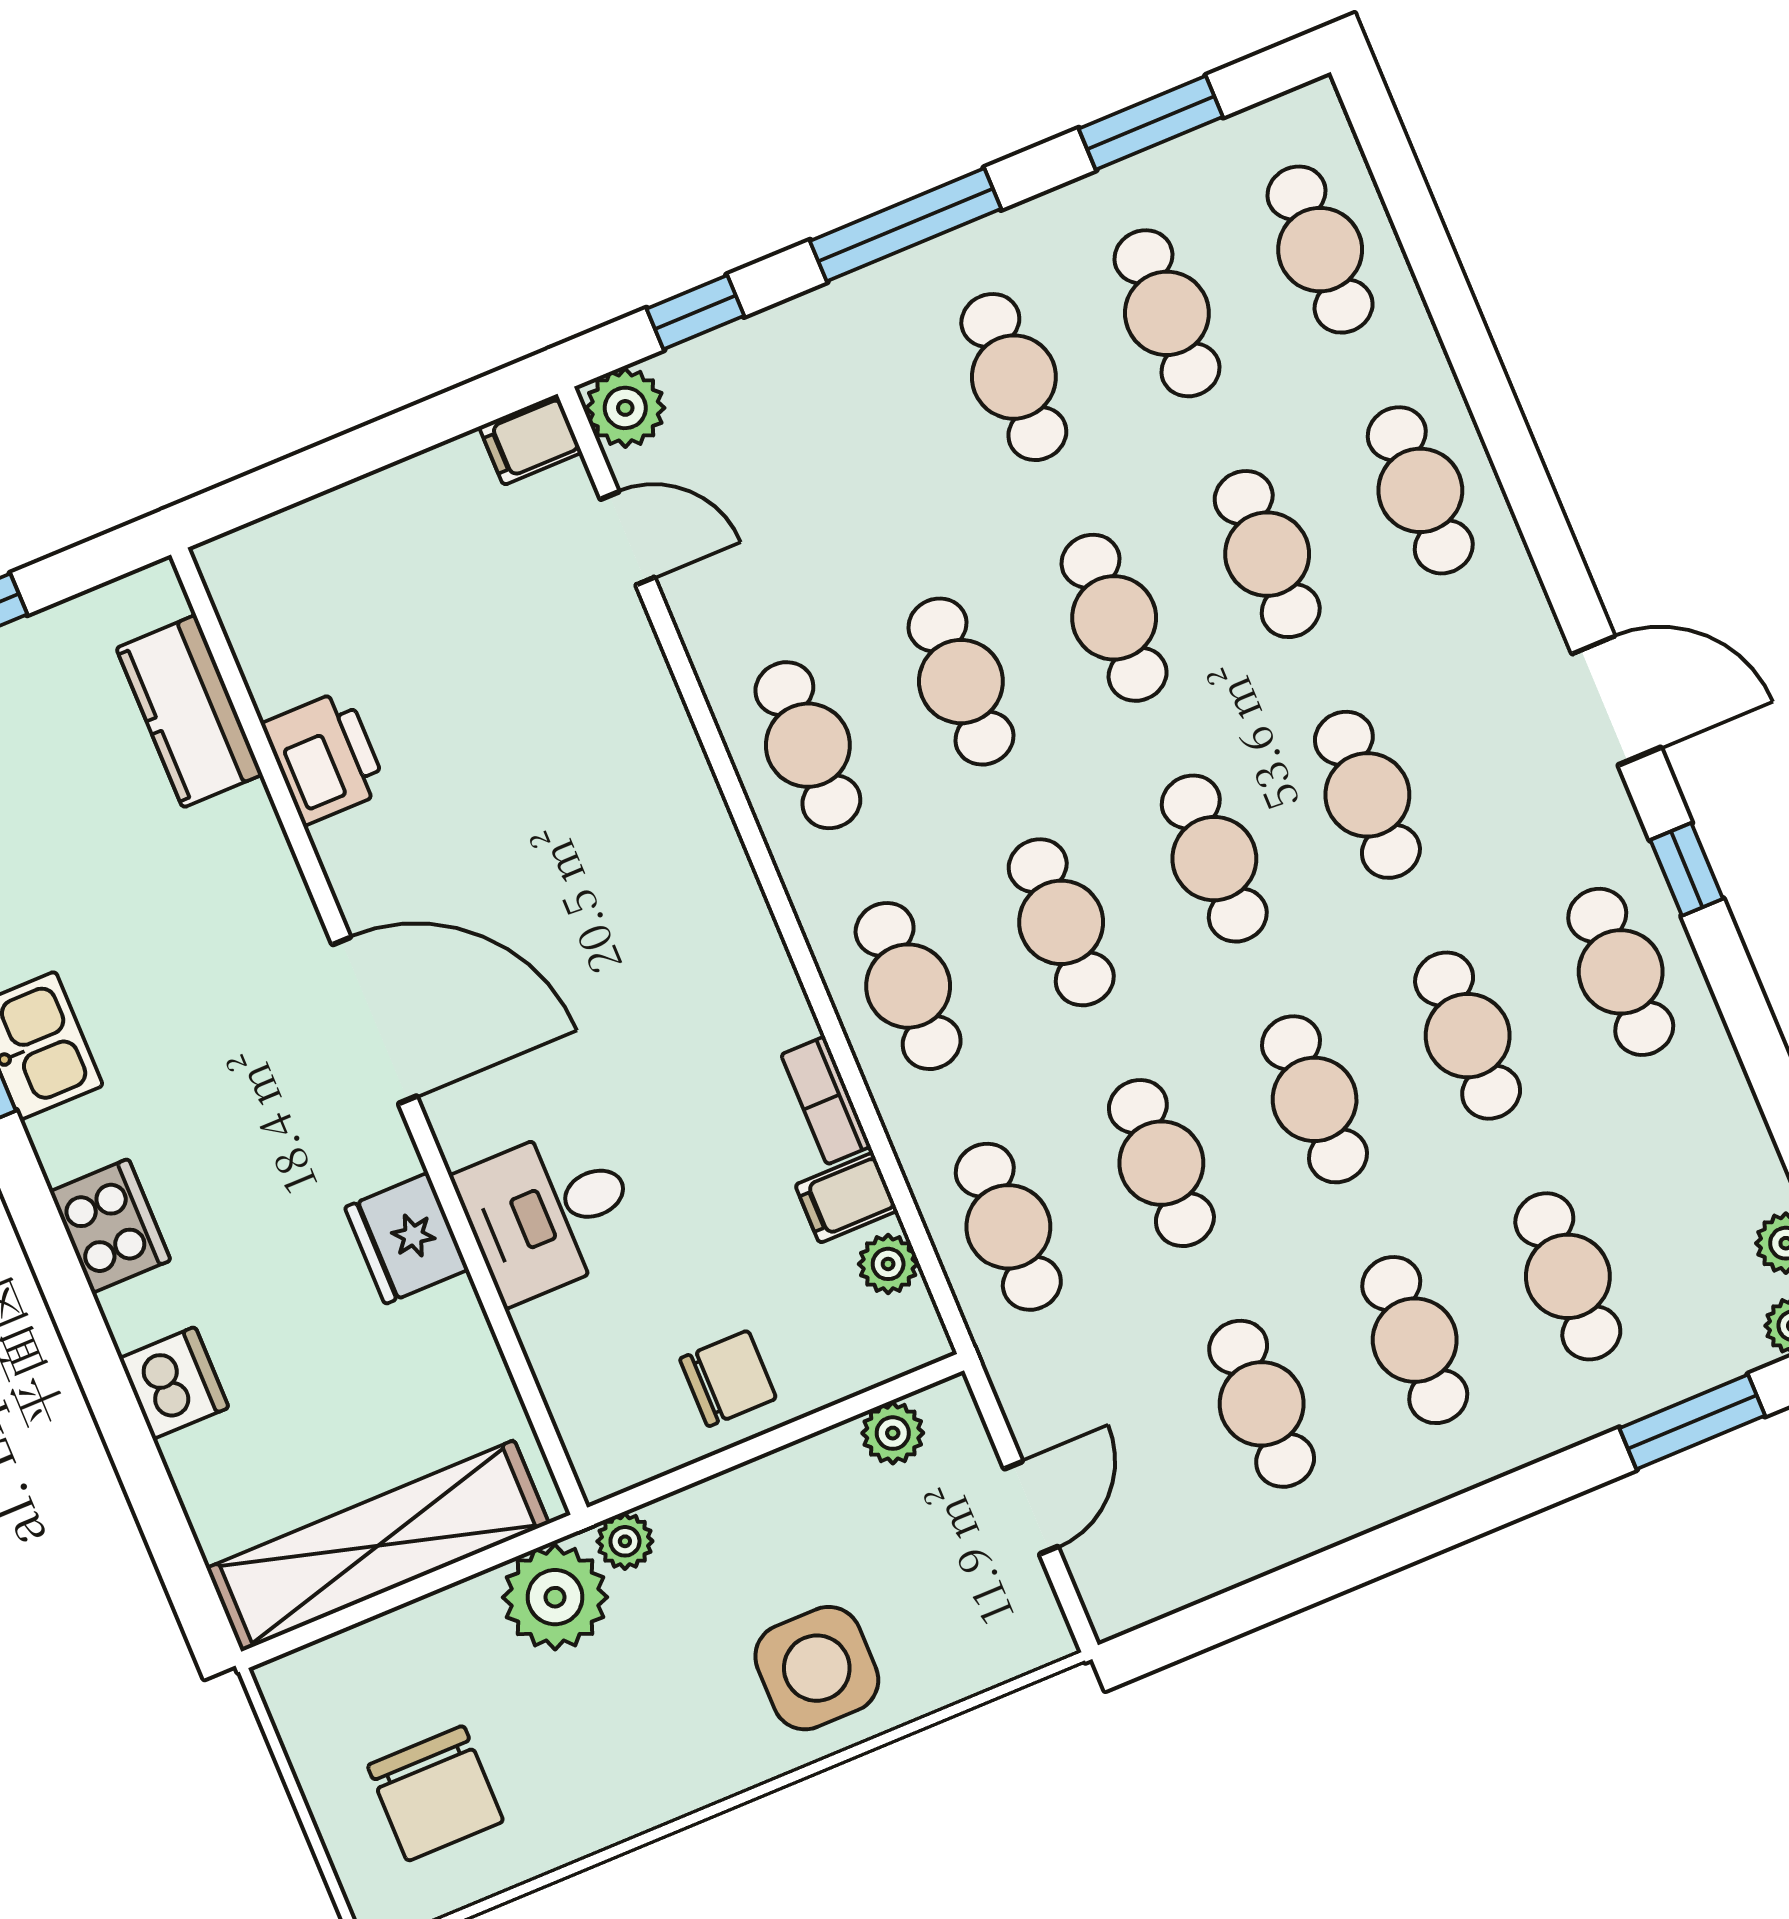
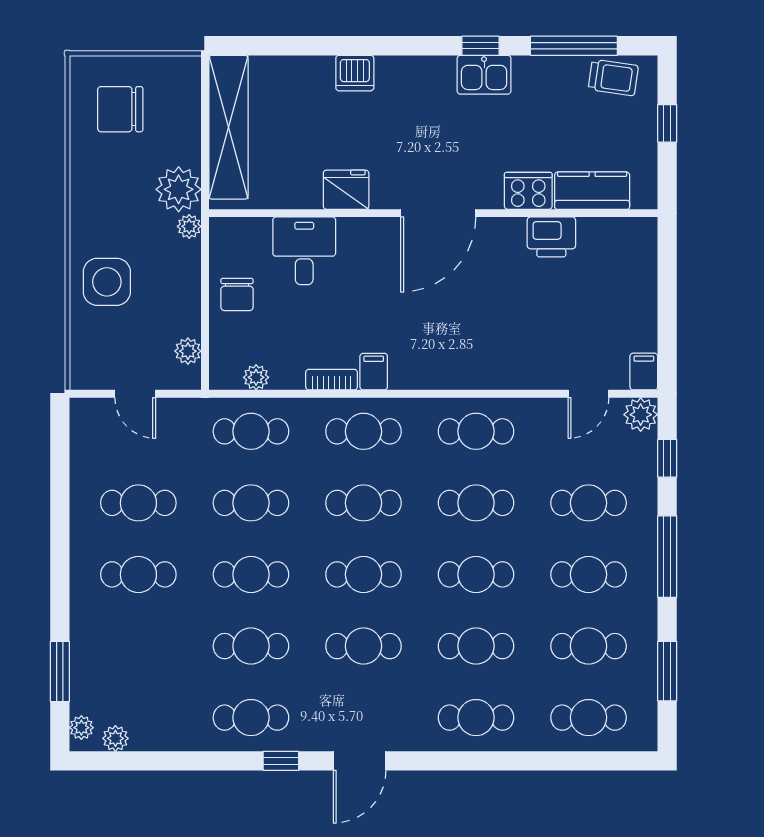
filing cabinet: (846, 1198) -> (374, 372), moved
desk: (549, 1212) -> (304, 251), moved
cooker: (110, 1226) -> (528, 191), moved, turned 180
cafe table: (1568, 1276) -> (589, 503), moved
dishwasher: (174, 1383) -> (355, 73), moved

